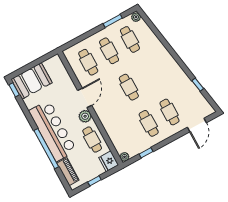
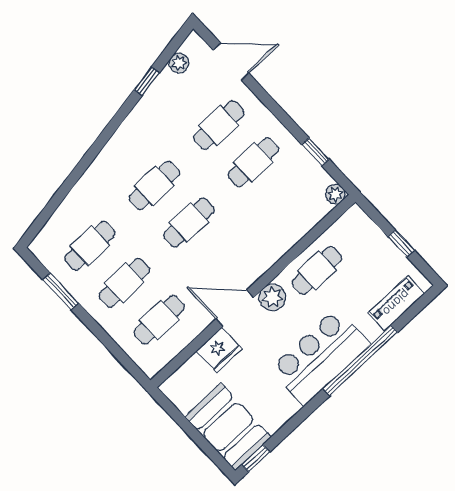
plant: (136, 17) -> (179, 63), moved
cafe table: (150, 76) -> (154, 185), added
bar counter: (53, 131) -> (320, 357), width x0.73
fridge: (109, 161) -> (219, 350), moved

